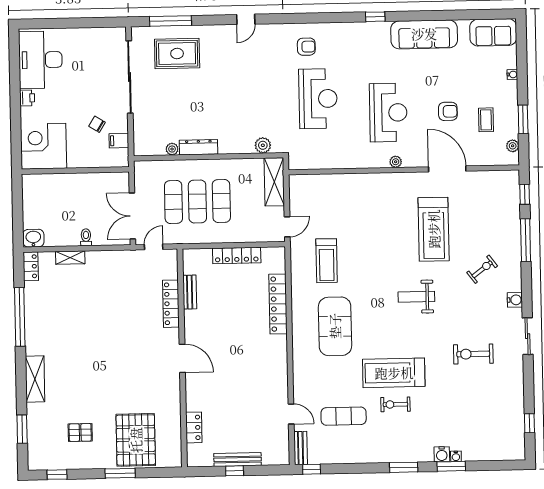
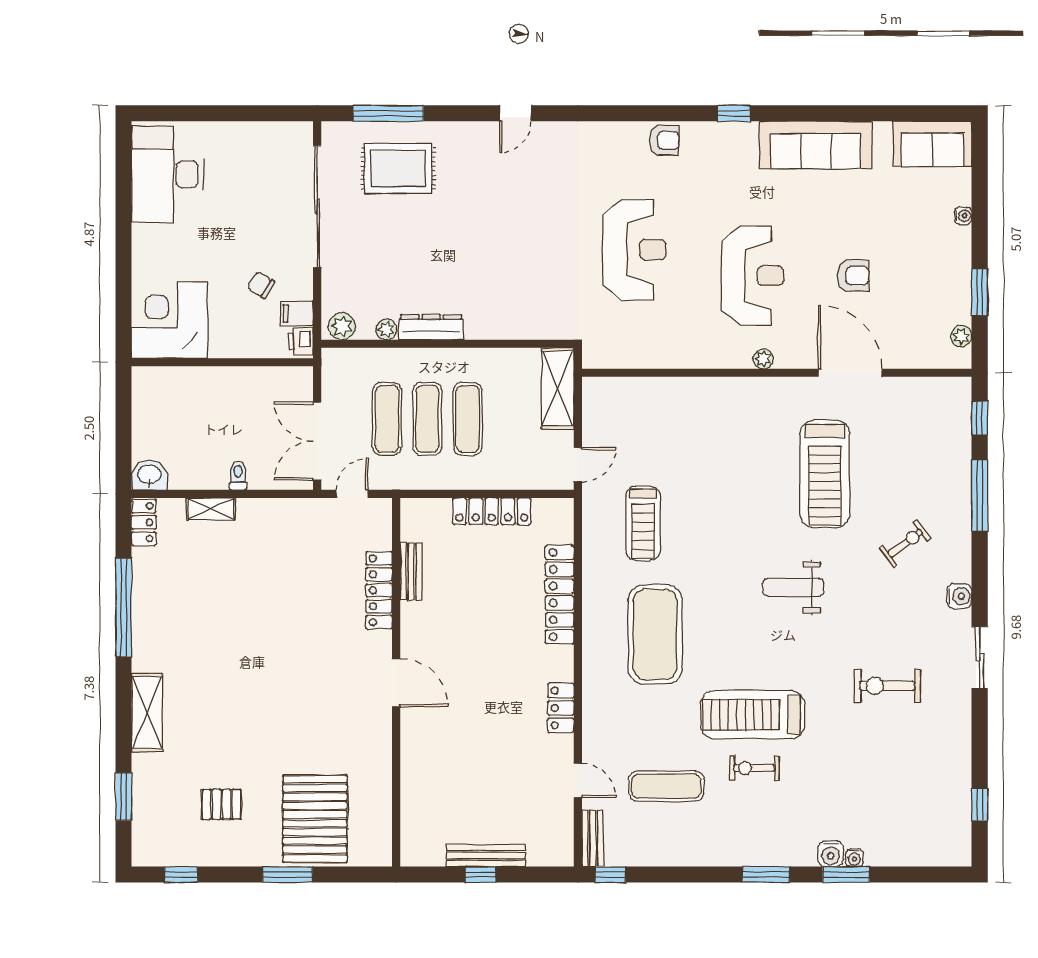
armchair: (306, 47) -> (664, 140), moved
printer: (27, 98) -> (301, 341), moved, turned 180
coffee table: (486, 120) -> (917, 291), removed
plant: (263, 145) -> (342, 326), moved
locker: (194, 427) -> (561, 708), moved, turned 180

